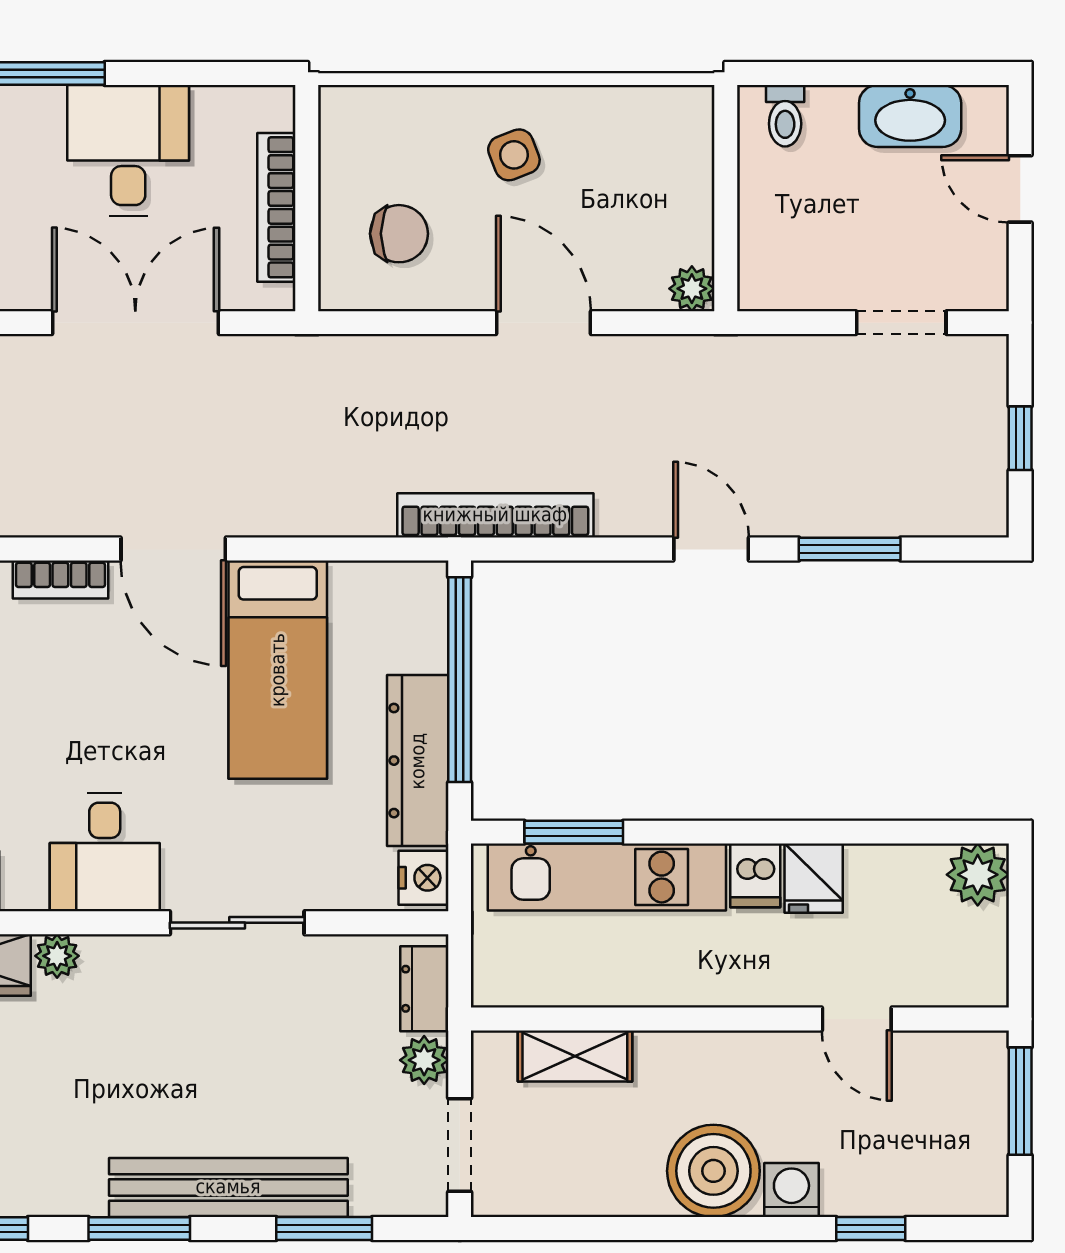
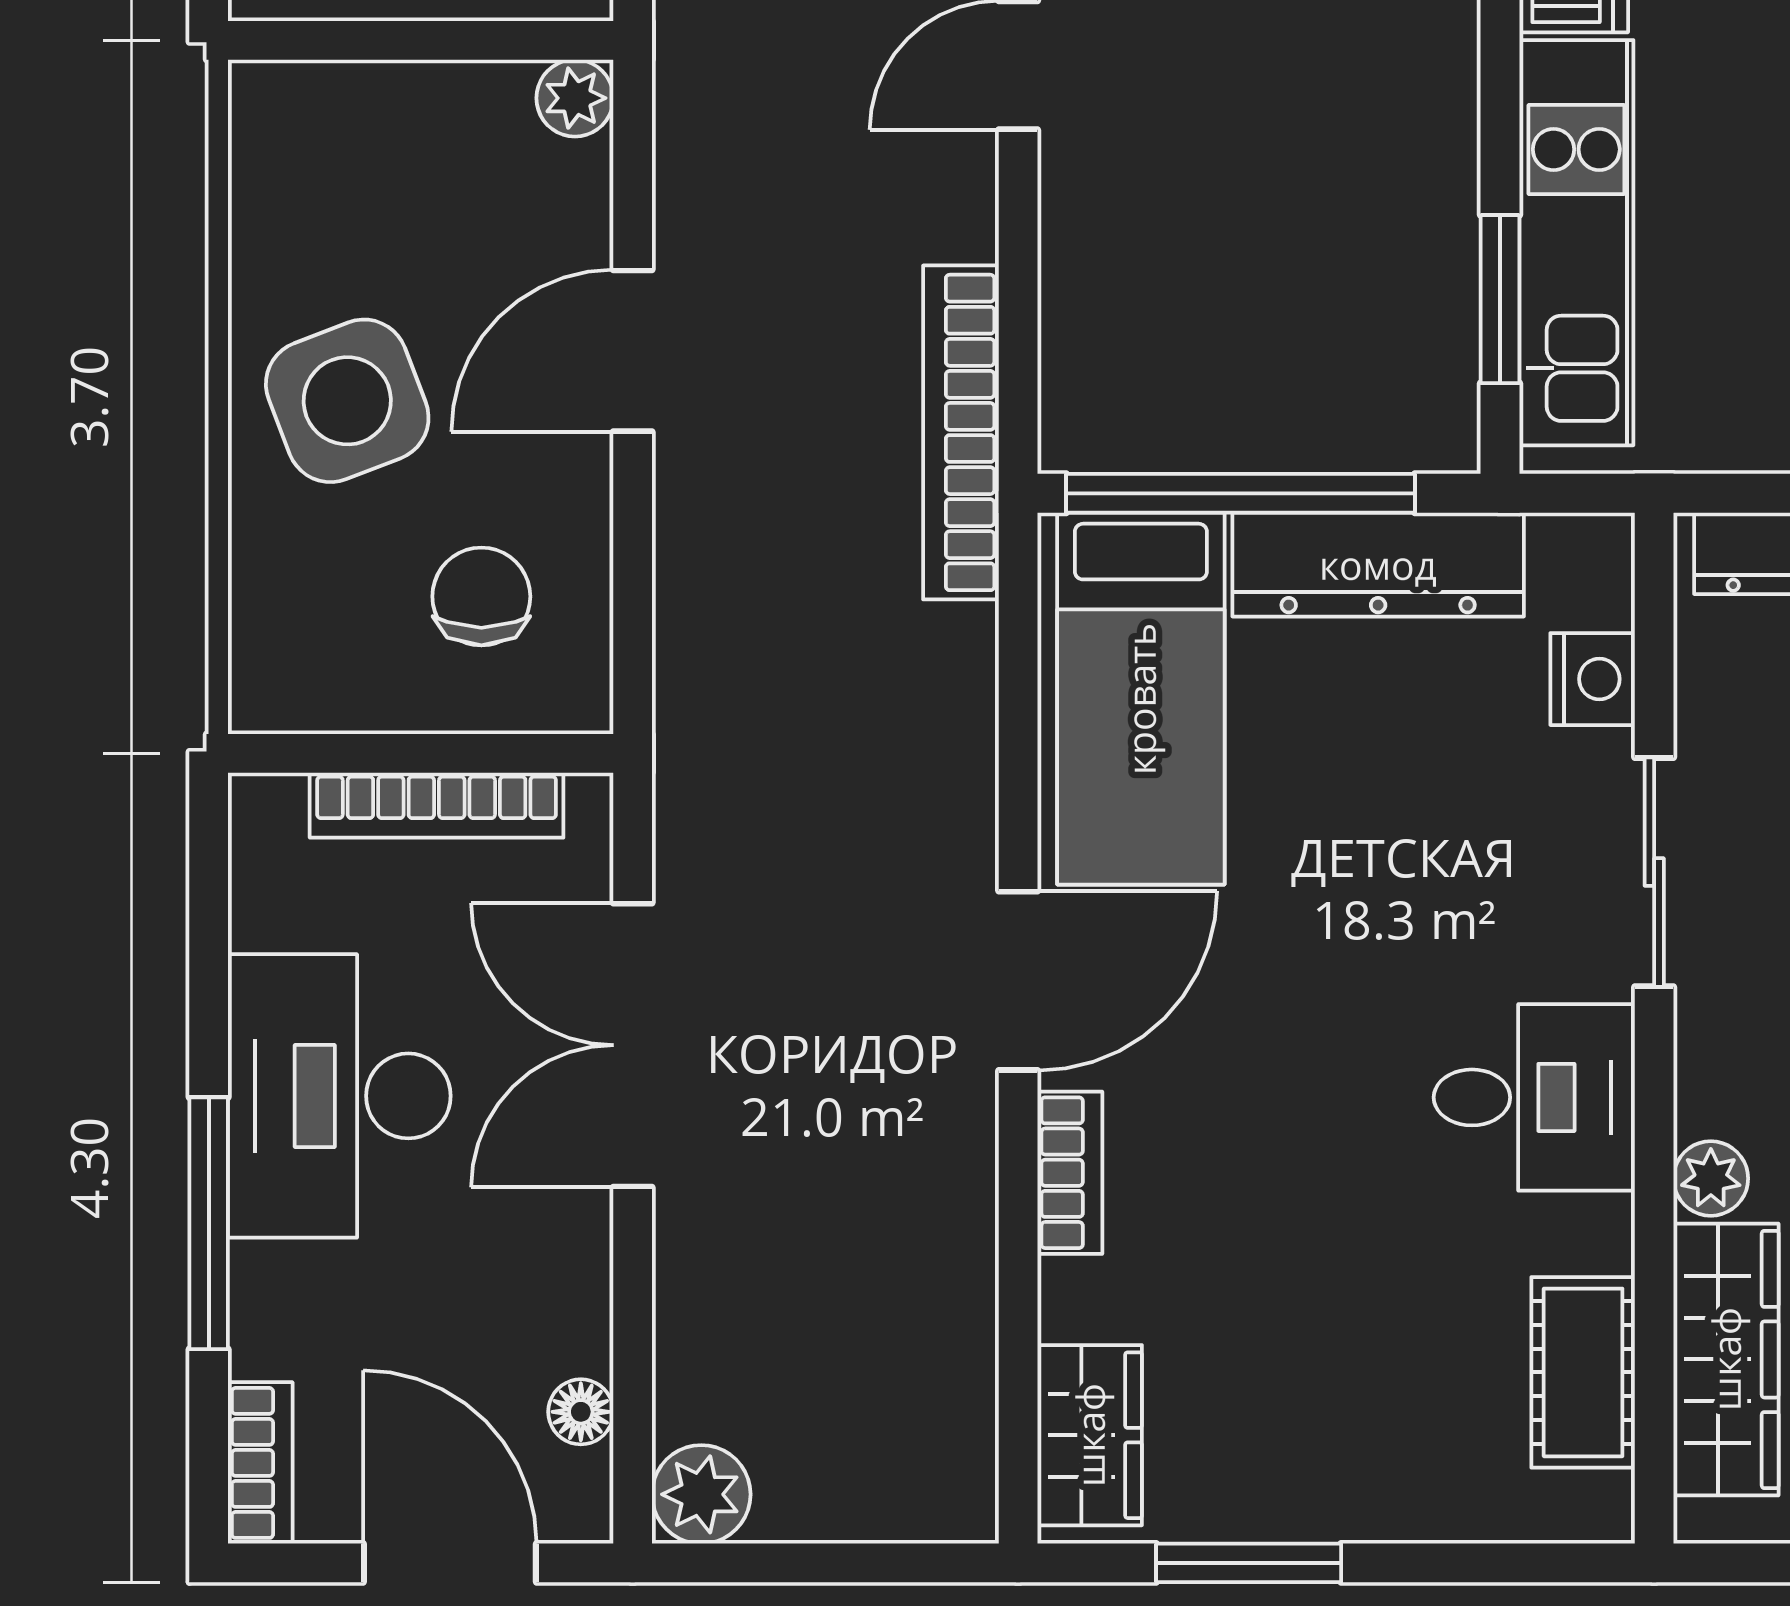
desk: (128, 150) -> (339, 1096), width x1.37
side table: (514, 155) -> (347, 401), width x1.87, depth x1.87
bed: (278, 670) -> (1141, 699), moved, turned 90
nightstand: (423, 878) -> (1593, 679), moved, turned 90

